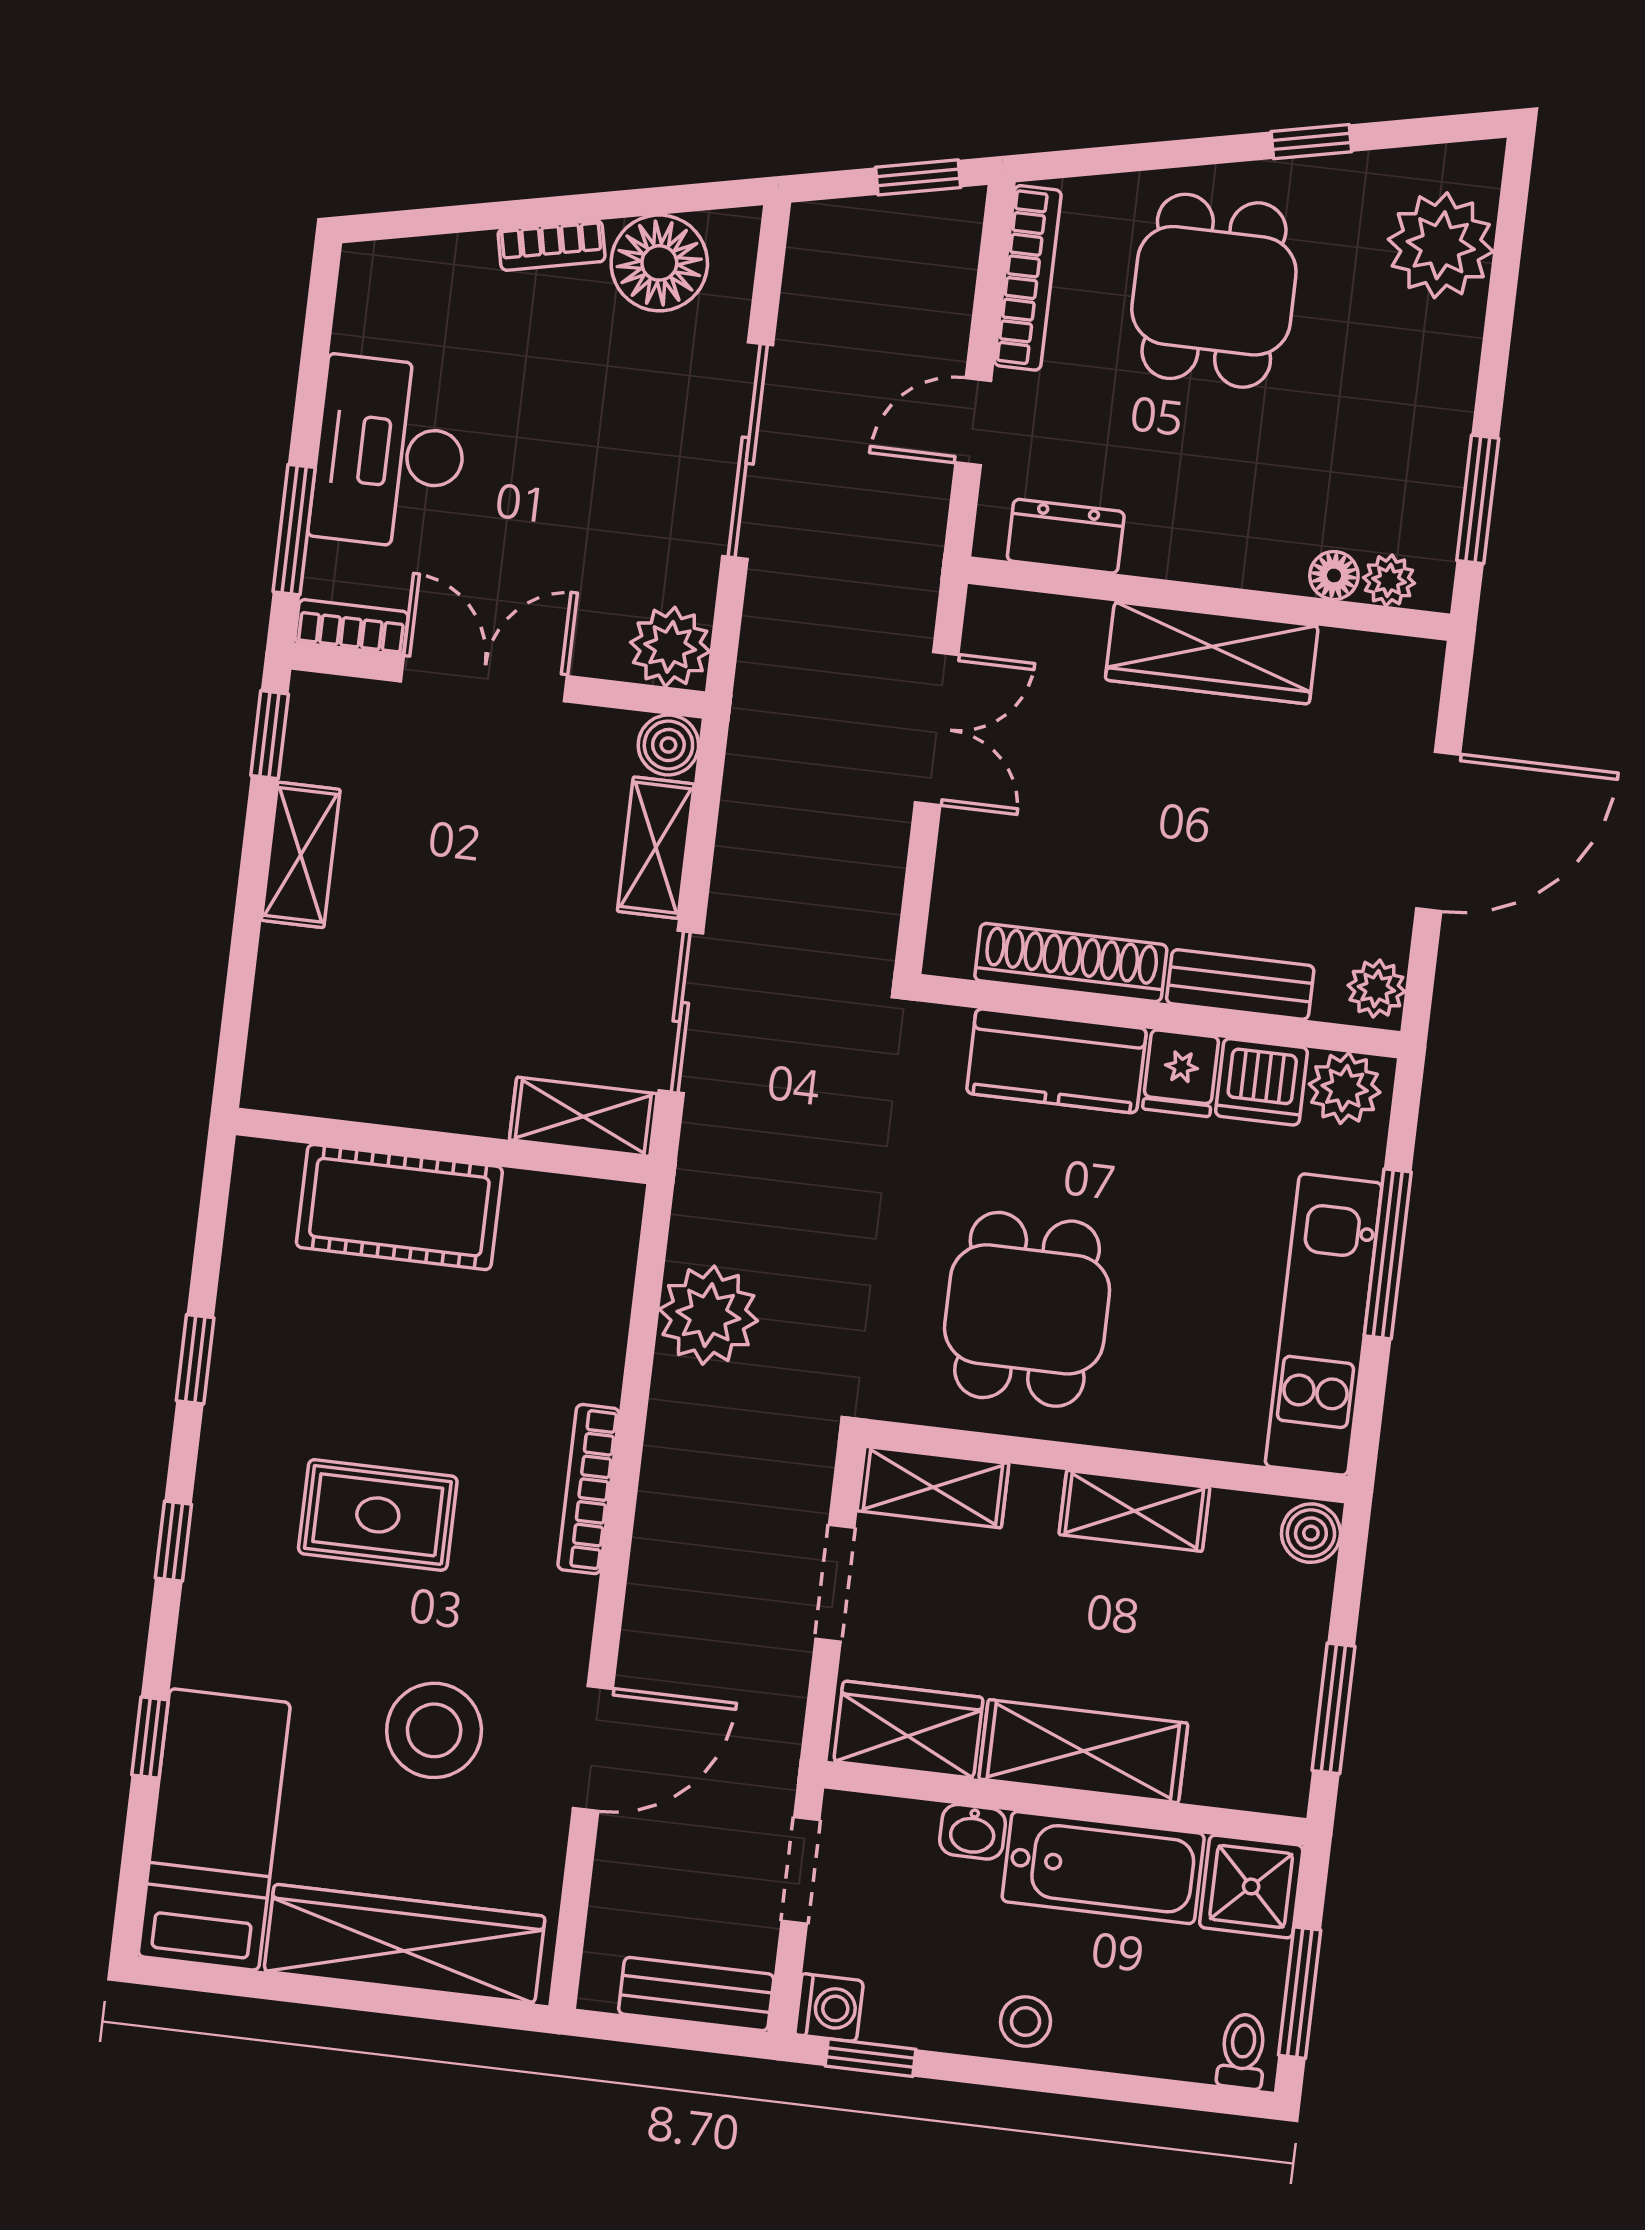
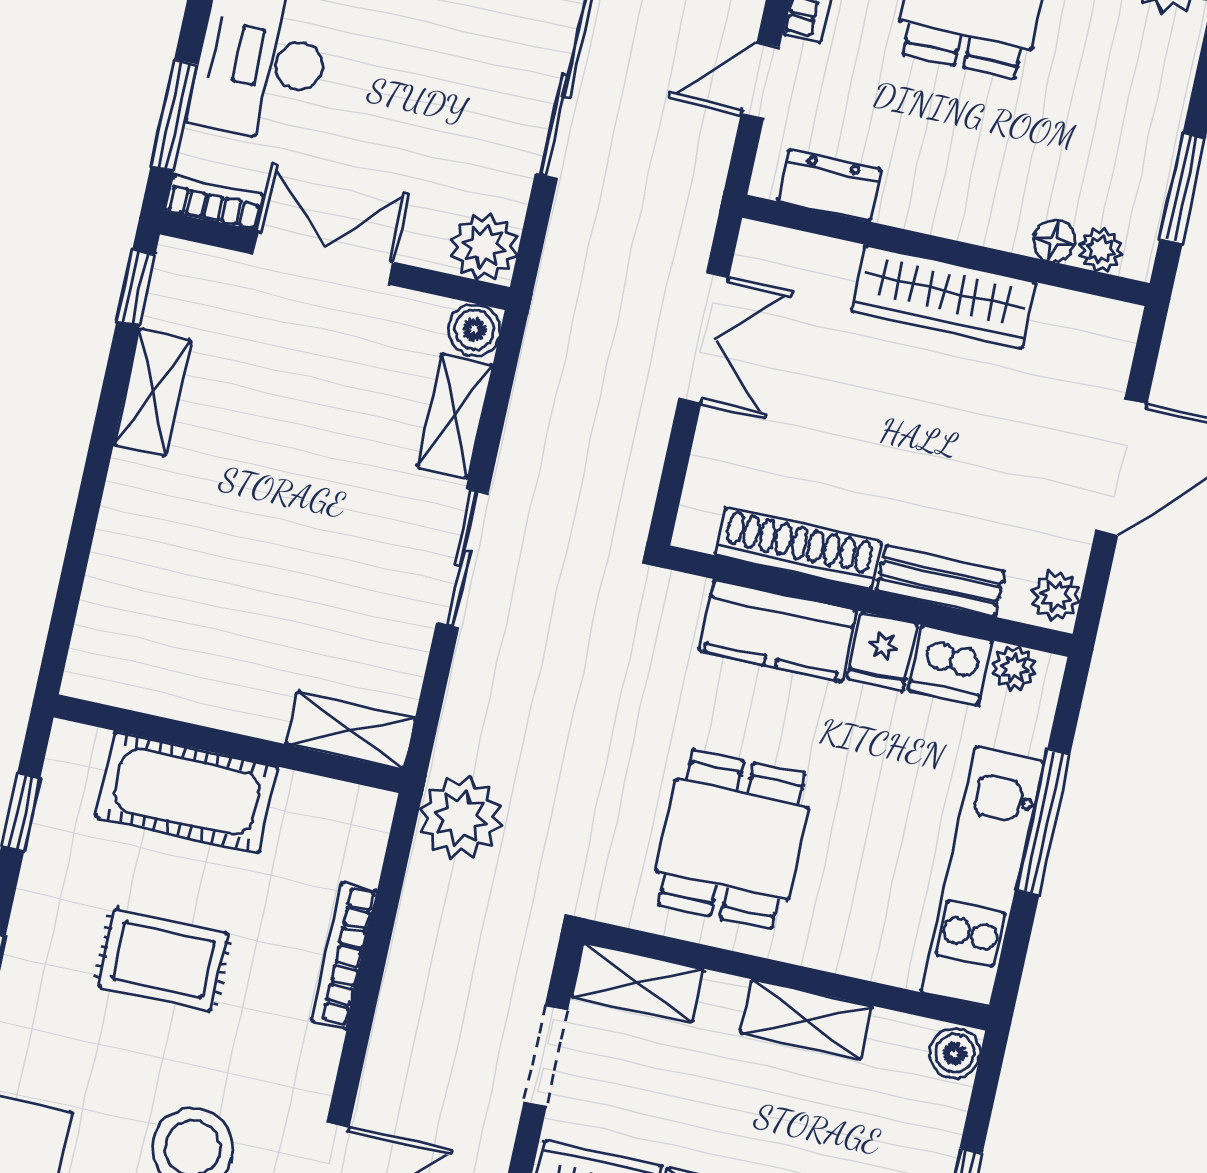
plant: (1345, 1088) -> (1014, 668), width x0.73, depth x0.73
shelving: (583, 1117) -> (351, 731), moved
wall: (443, 1146) -> (229, 744), moved
cot: (399, 1207) -> (187, 792), moved

